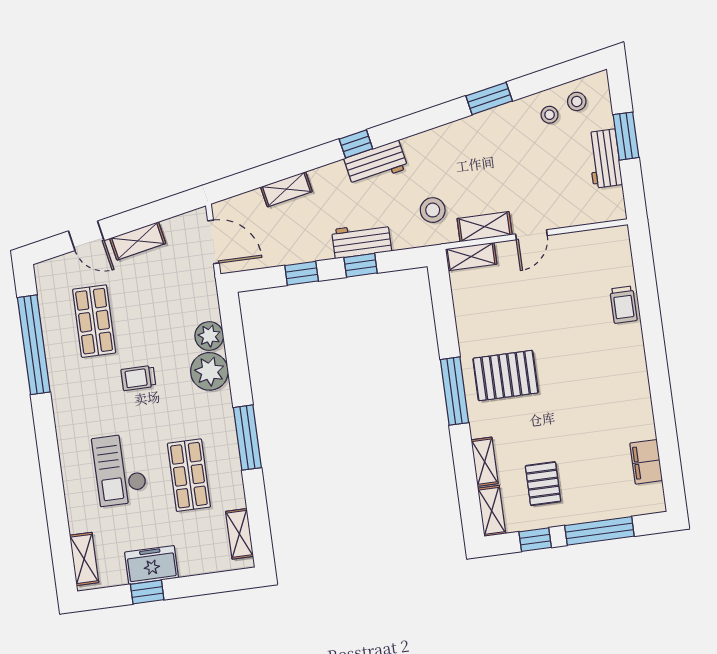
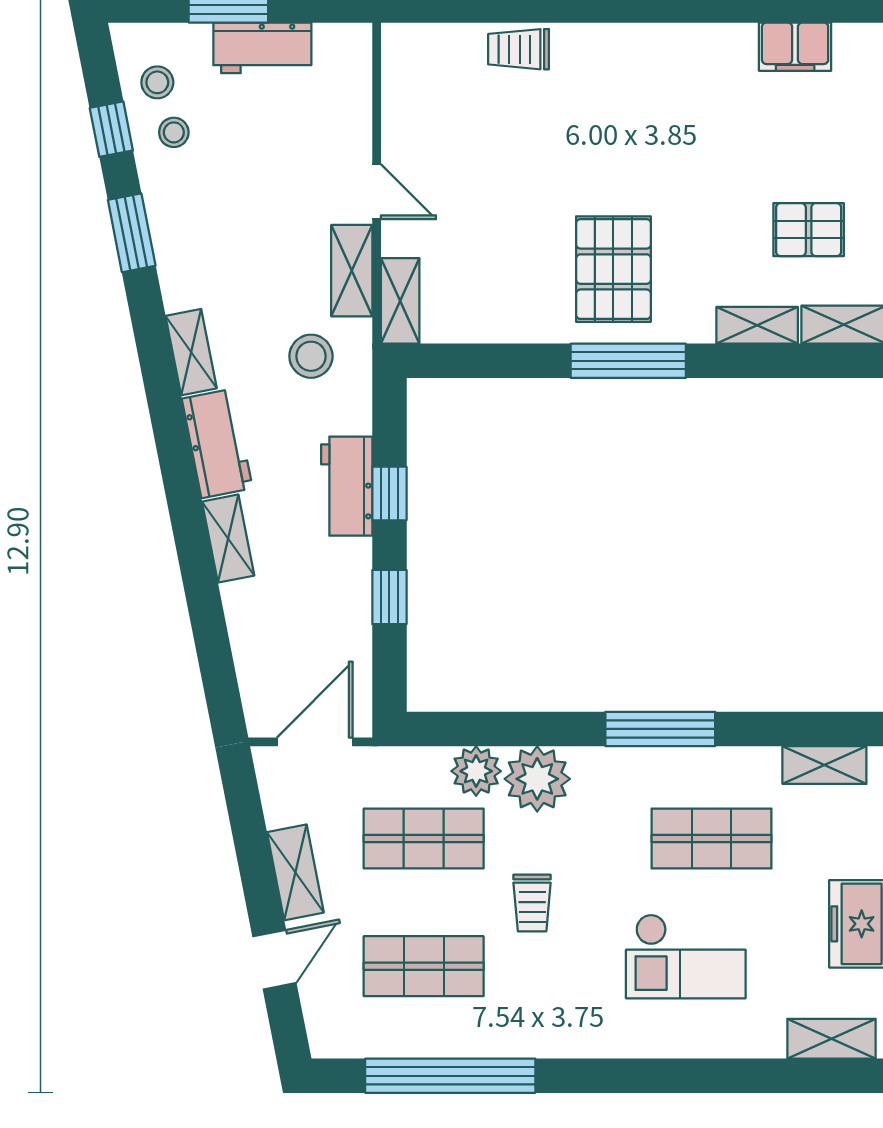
shelving: (426, 141) -> (191, 352), added
window: (356, 144) -> (111, 129), moved
shelving: (286, 189) -> (228, 539), moved
trolley: (623, 305) -> (519, 49), turned 180
shop shelf: (167, 311) -> (424, 839), added

